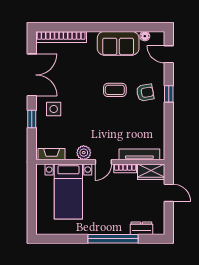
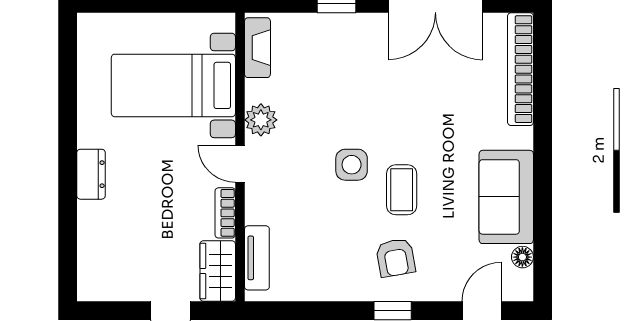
side table: (54, 109) -> (352, 165), moved
tv unit: (139, 154) -> (257, 258), width x0.71
dresser: (141, 228) -> (91, 174), moved
window: (113, 239) -> (68, 186), removed

